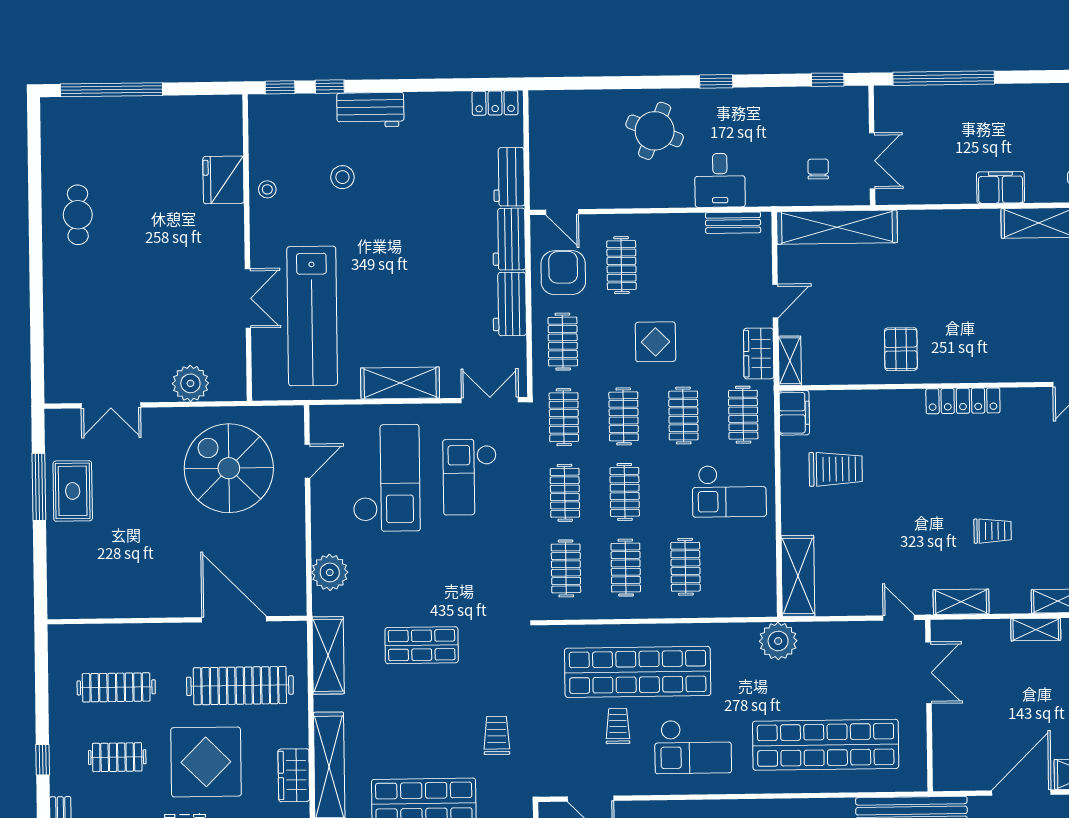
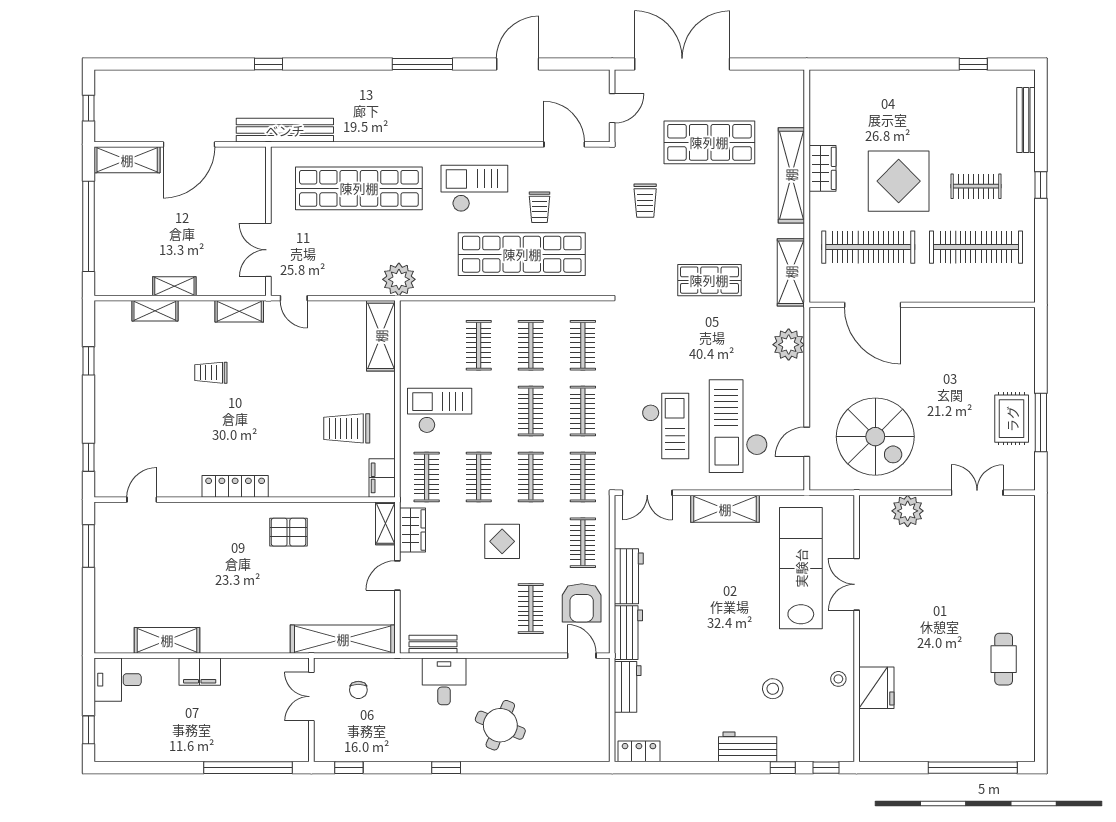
pallet: (901, 349) -> (288, 532), turned 90
clothes rail: (116, 687) -> (976, 247), width x1.37, depth x1.31

